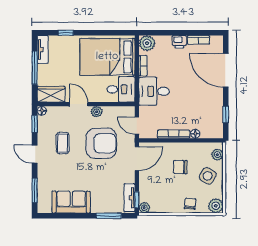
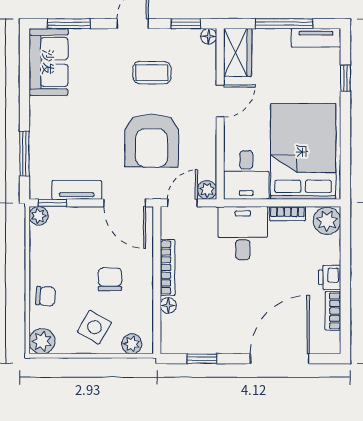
plant: (97, 112) -> (207, 190), moved
tv unit: (129, 198) -> (77, 190), moved
sofa: (71, 202) -> (49, 62), moved

